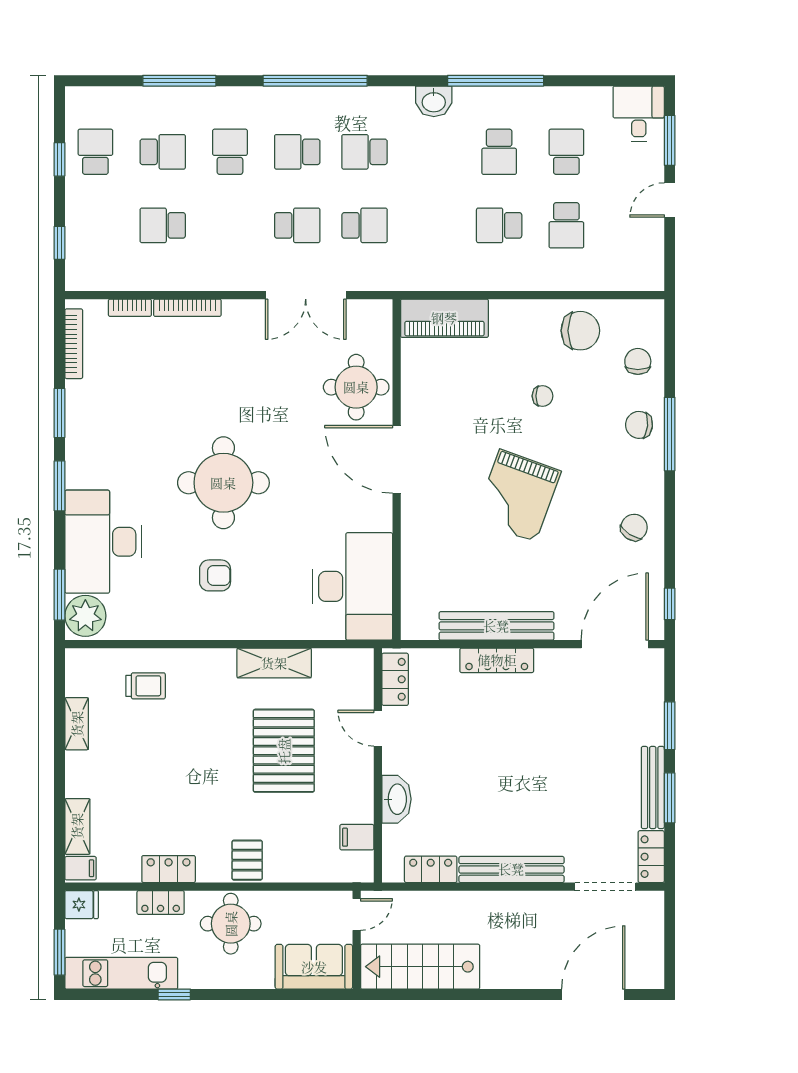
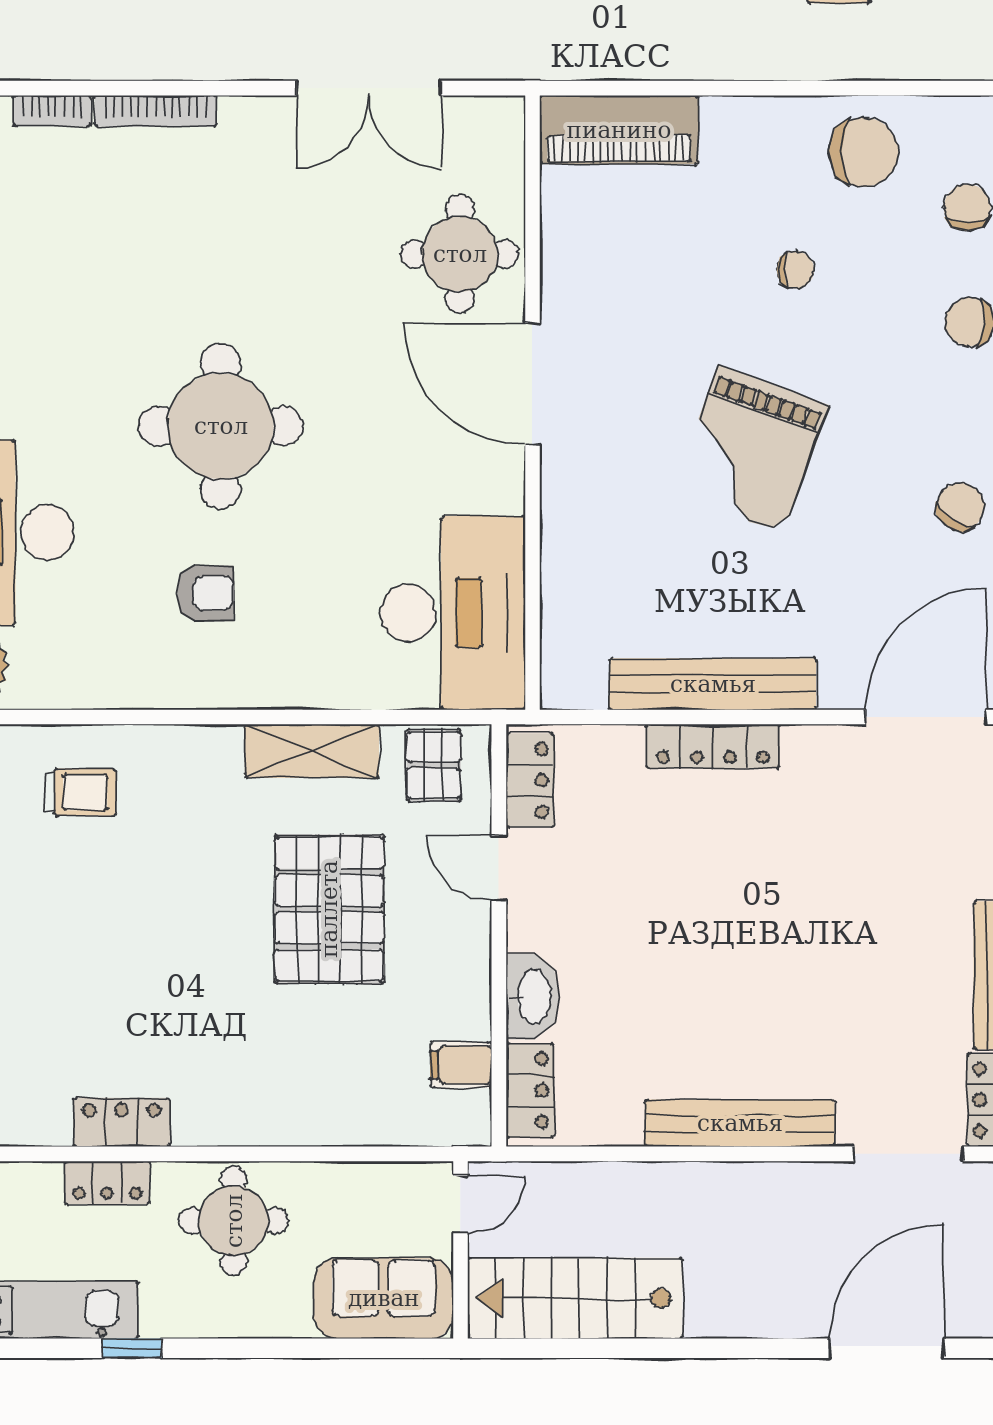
pallet: (247, 860) -> (434, 765), moved
locker: (431, 869) -> (530, 1090), moved, turned 90

